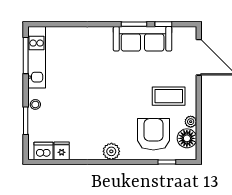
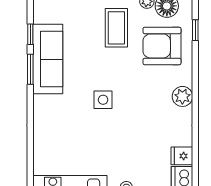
side table: (109, 85) -> (103, 100), added

